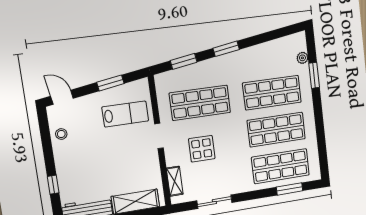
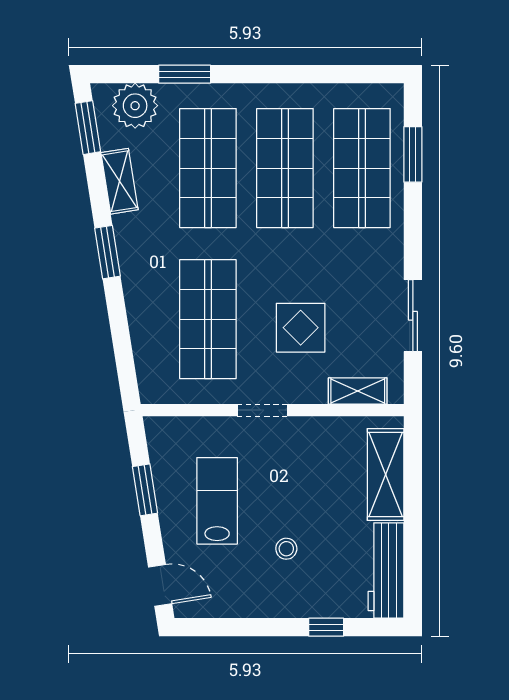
shelving: (261, 50) -> (120, 181), added
plant: (302, 58) -> (135, 106), width x1.88, depth x1.88
window: (184, 61) -> (88, 128), moved
door: (62, 97) -> (160, 585), swing flipped
lab bench: (125, 114) -> (217, 501), moved
stool: (61, 134) -> (286, 549), moved

